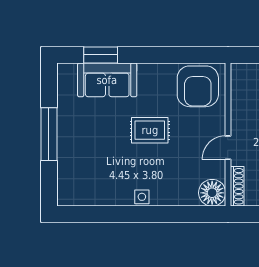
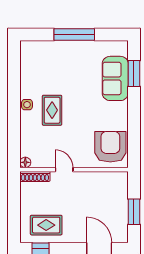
armchair: (198, 86) -> (110, 147), turned 90
rug: (150, 130) -> (52, 110), moved
floor lamp: (212, 193) -> (25, 162), width x0.53, depth x0.53

